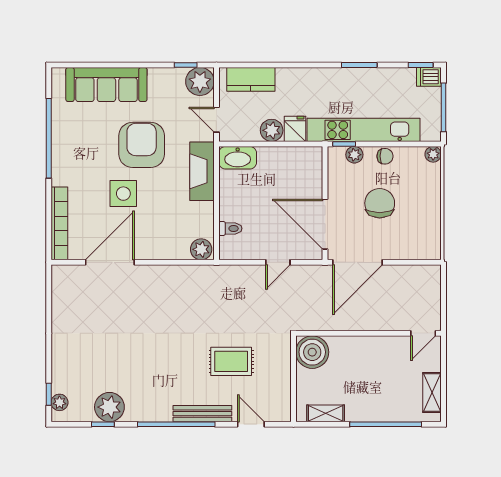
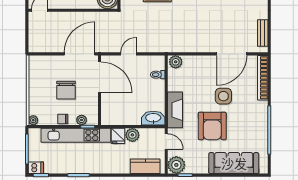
bench: (59, 296) -> (263, 33), added

